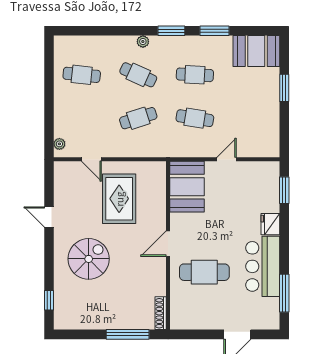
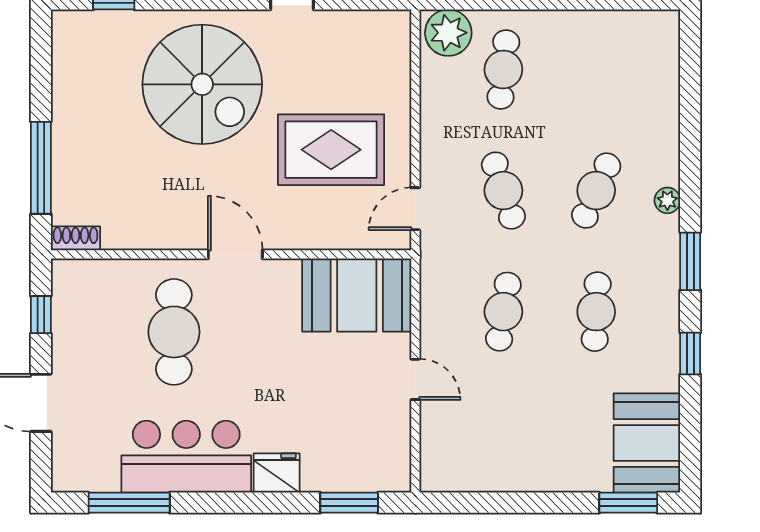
window: (214, 31) -> (690, 354), width x0.67
cafe table: (82, 75) -> (503, 69), moved
window: (284, 88) -> (628, 503), moved
plant: (59, 144) -> (448, 33), width x1.88, depth x1.88
door: (91, 159) -> (415, 209), moved
spiral stairs: (89, 259) -> (202, 84), width x1.37, depth x1.37
shoe rack: (161, 313) -> (76, 238), width x0.70
window: (196, 334) -> (41, 315), added

